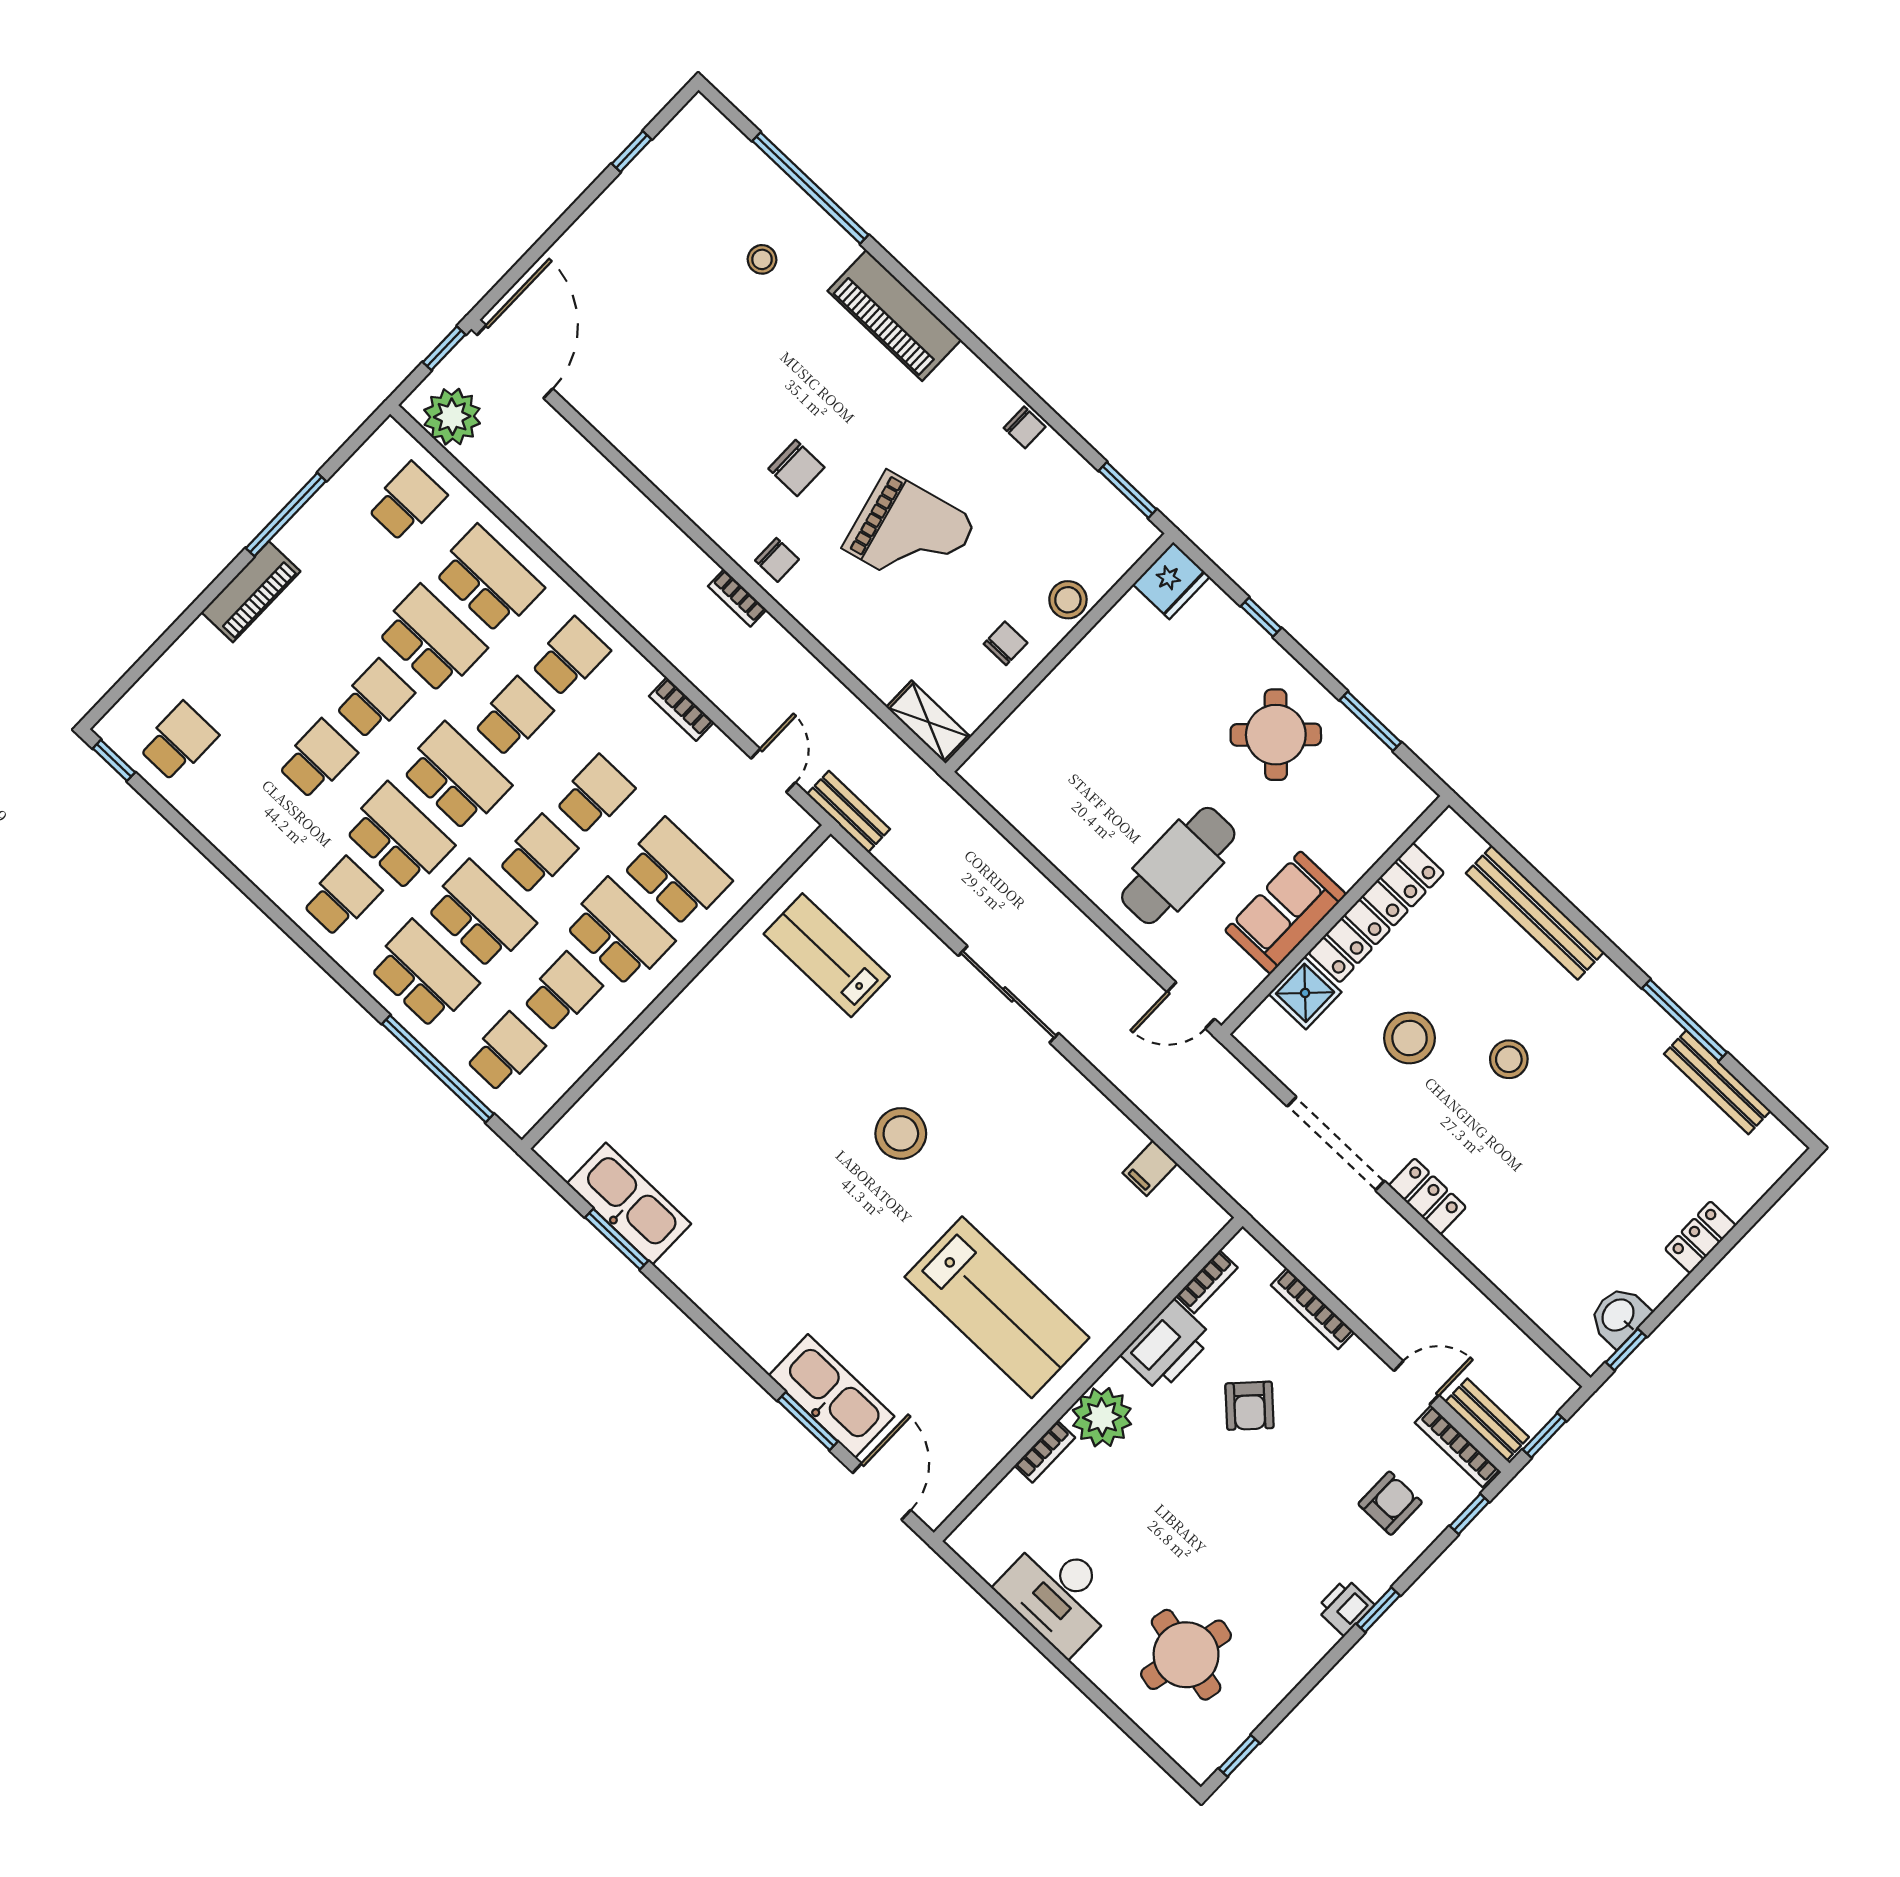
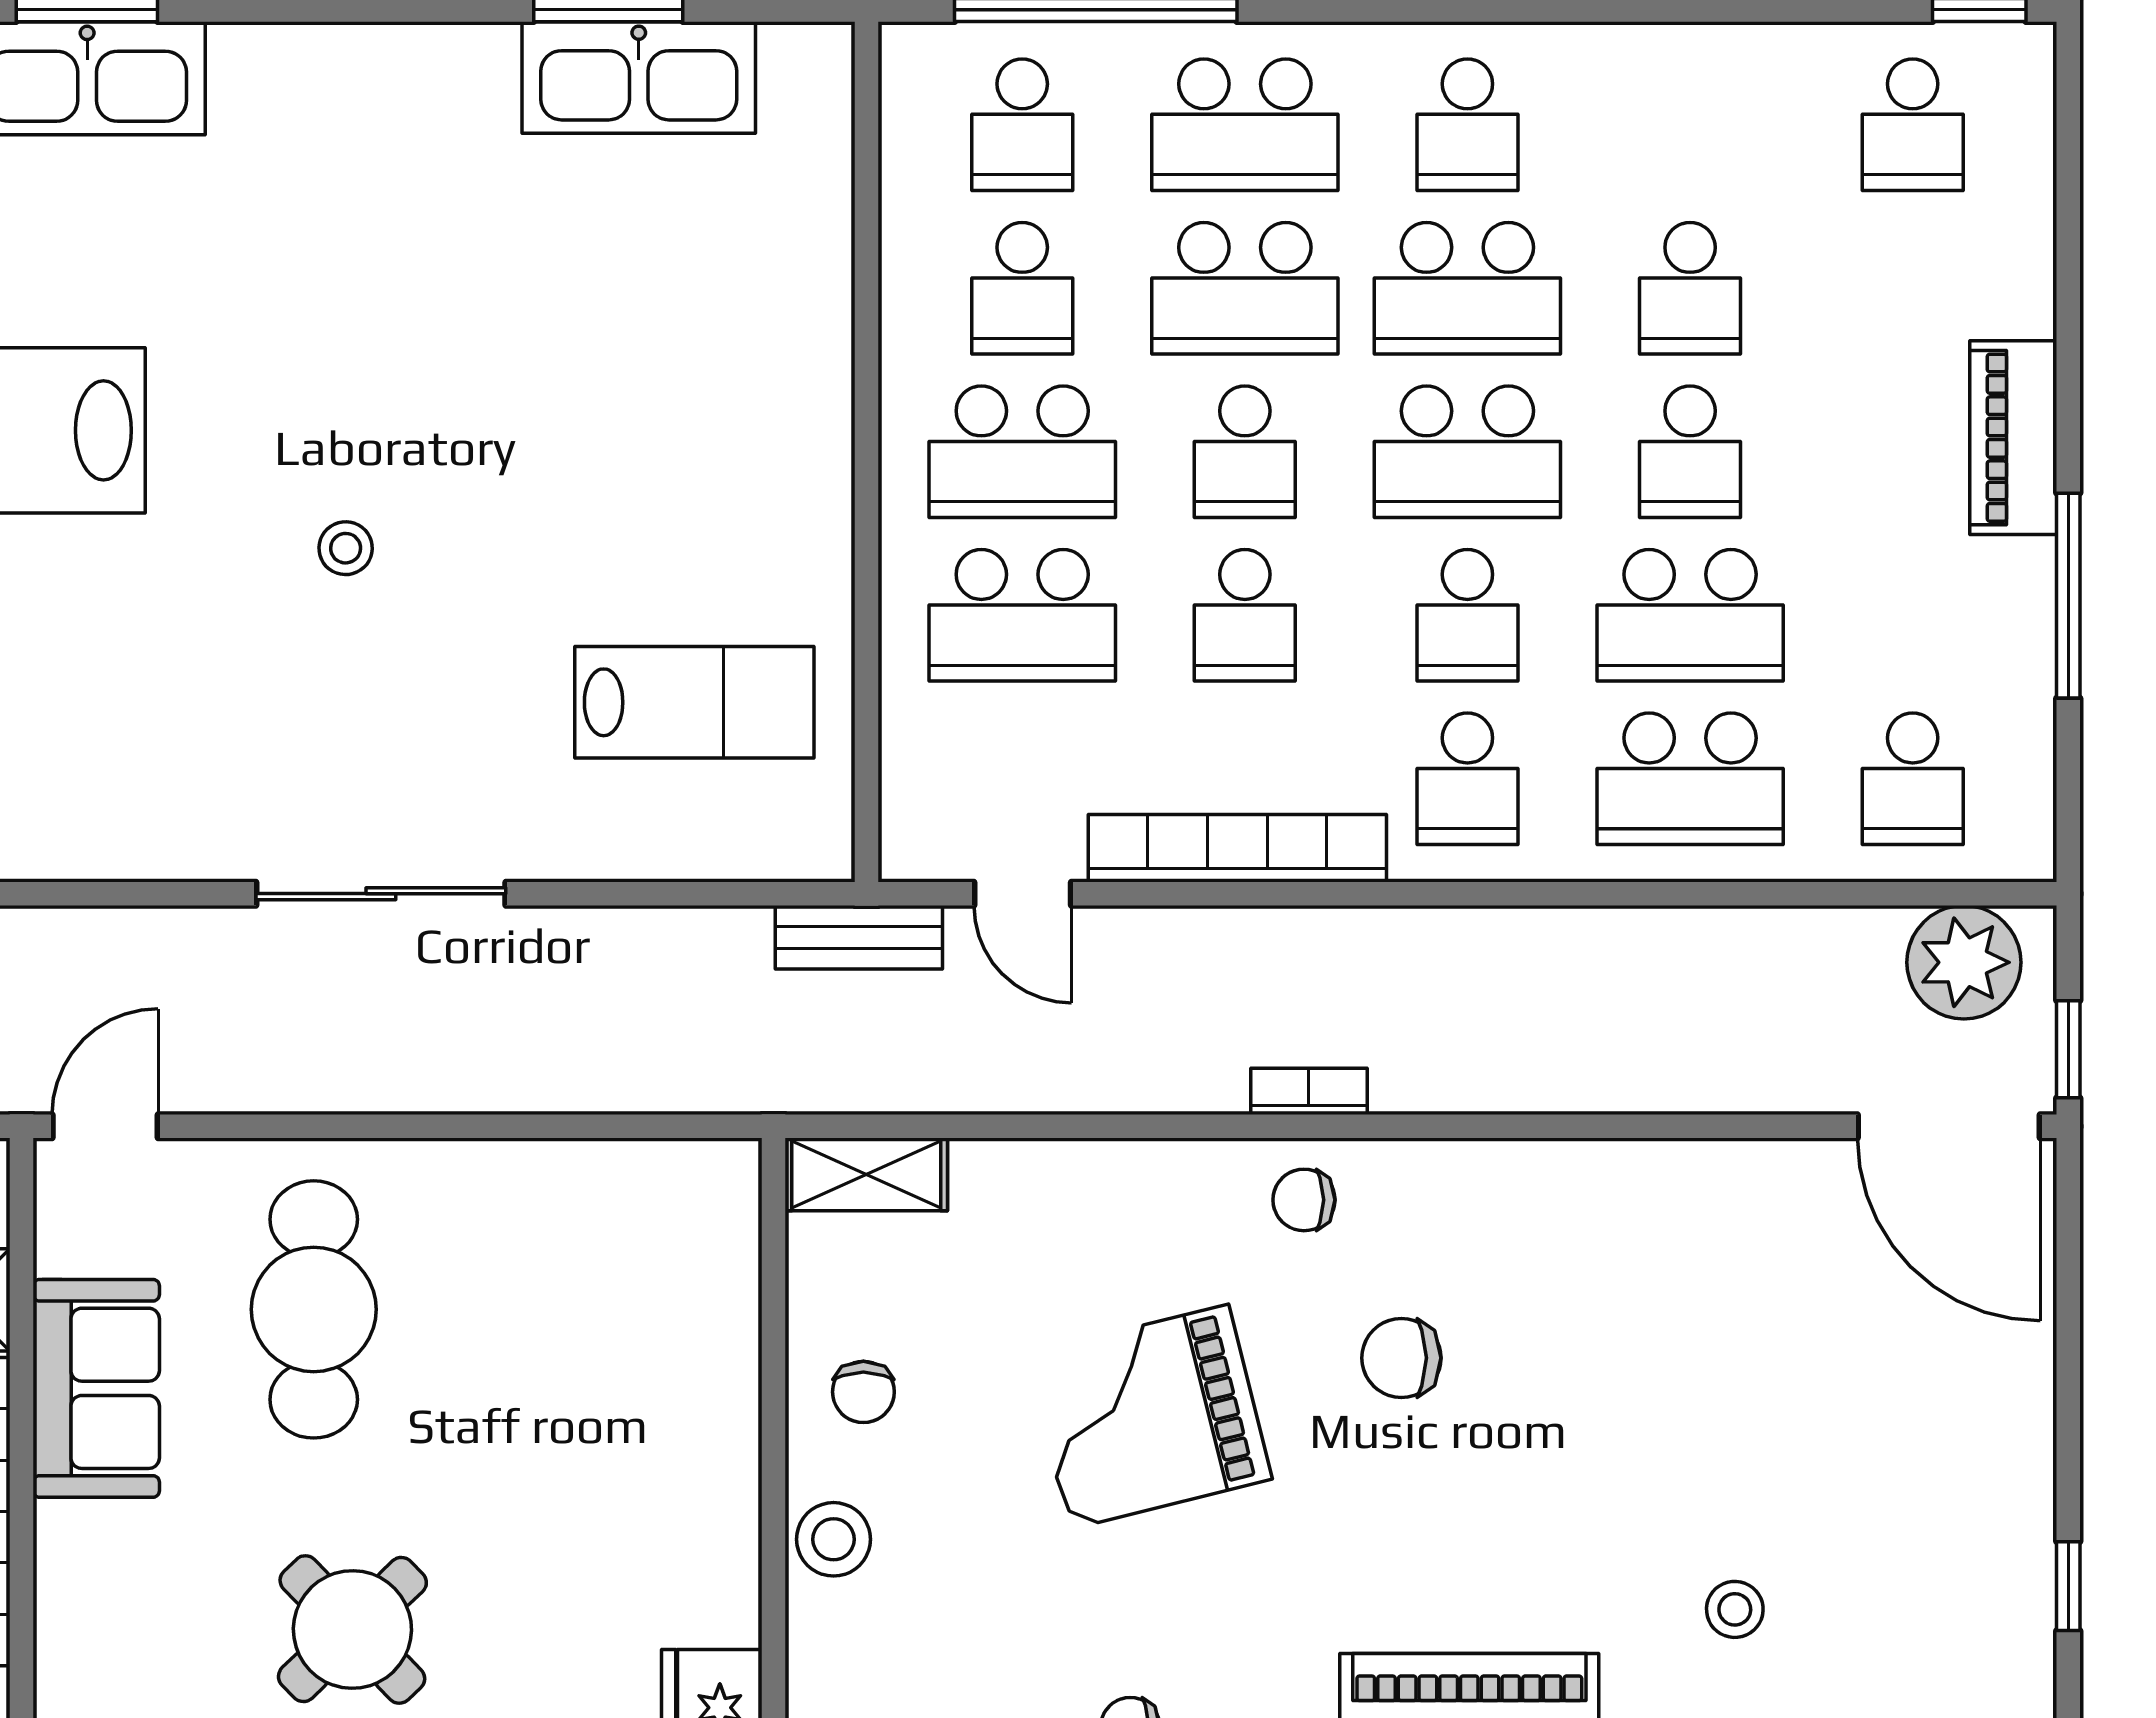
bookcase: (681, 709) -> (1237, 848), width x2.31, depth x1.31
stool: (901, 1133) -> (346, 548), width x0.53, depth x0.53

